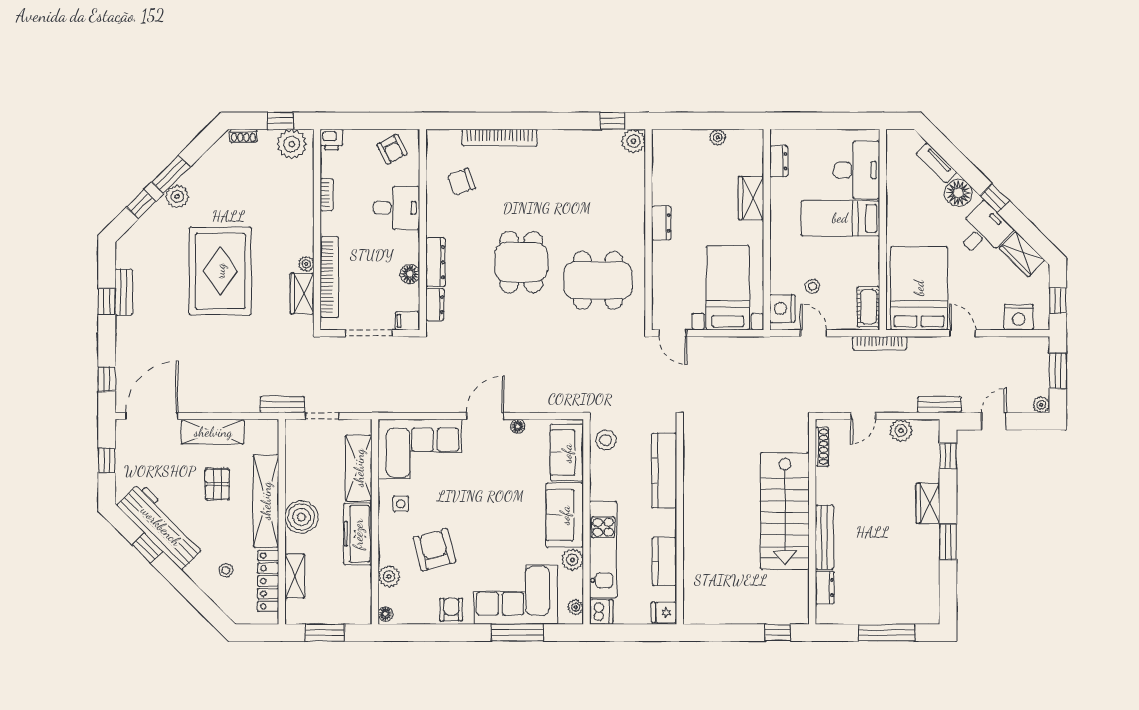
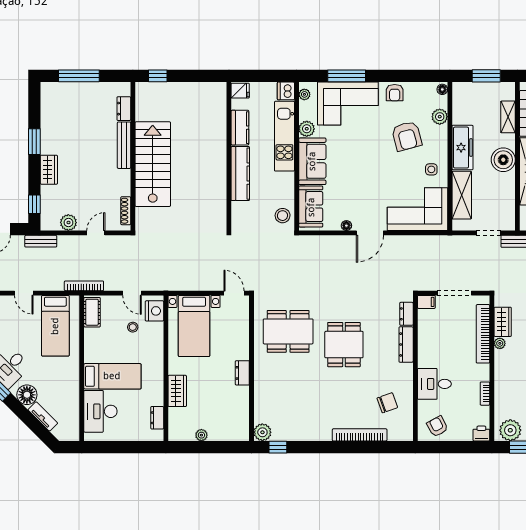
floor lamp: (410, 274) -> (425, 336), removed
bed: (919, 288) -> (55, 326), width x0.67
kitchen counter: (664, 470) -> (240, 174), moved

